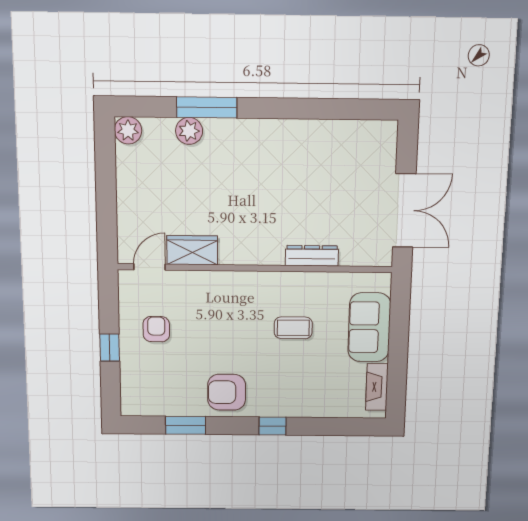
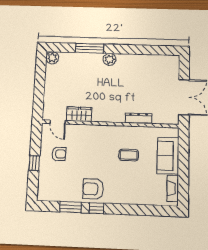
plant: (189, 131) -> (109, 59), moved
door: (149, 267) -> (58, 122), swing flipped
armchair: (156, 329) -> (59, 154), turned 90
window: (272, 426) -> (96, 208), moved

